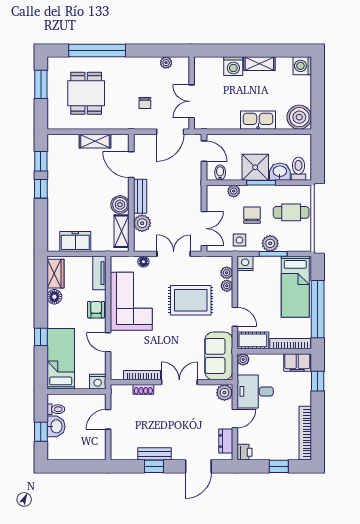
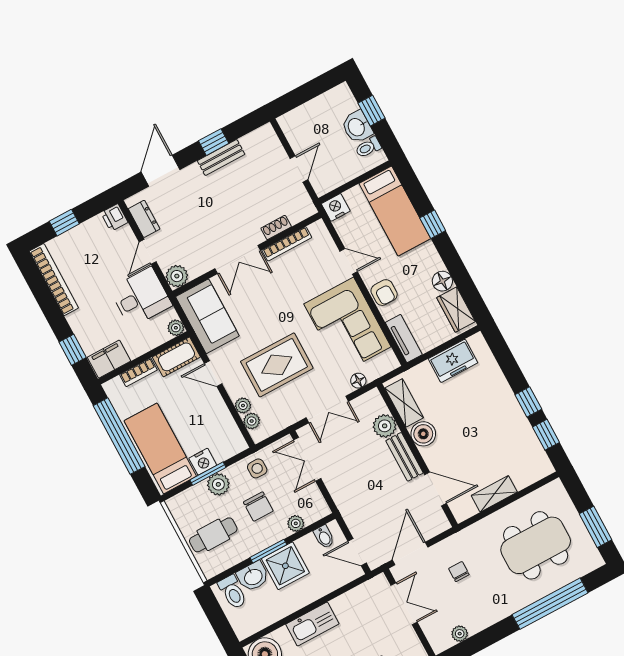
dining table: (86, 93) -> (536, 545), width x1.38
nightstand: (245, 263) -> (203, 462), moved
bookcase: (290, 344) -> (138, 372), width x0.64

